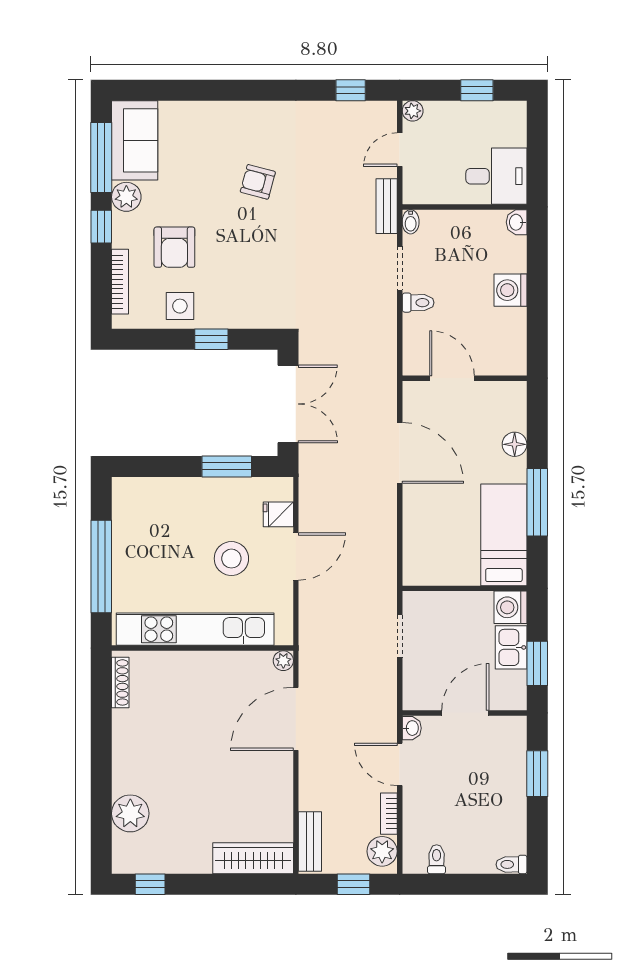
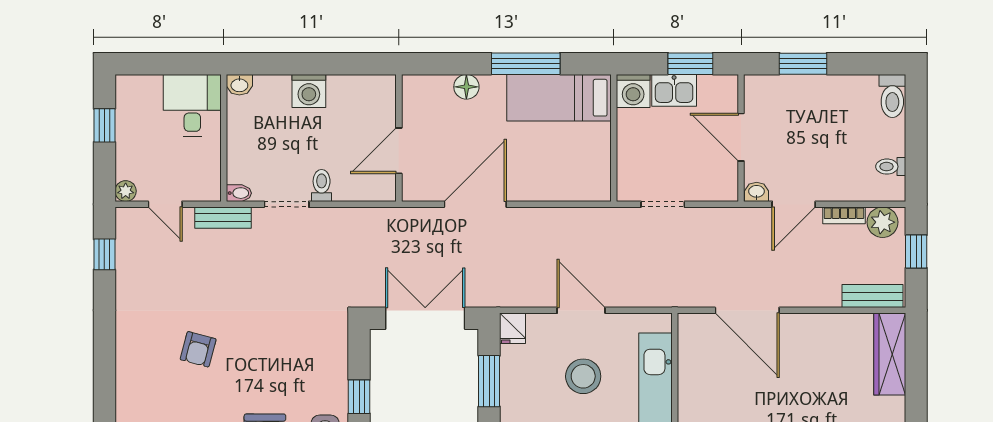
fridge: (278, 514) -> (513, 328), moved
plant: (283, 661) -> (688, 323), removed
toilet: (512, 864) -> (892, 96), width x1.37, depth x1.39

